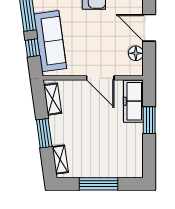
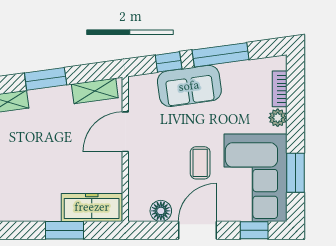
coffee table: (102, 26) -> (200, 163), added
sofa: (50, 41) -> (189, 86), width x0.73
door: (100, 78) -> (125, 132), moved

